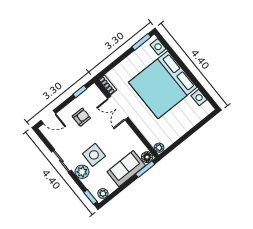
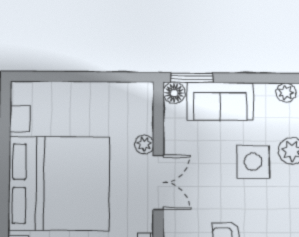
double door: (118, 108) -> (158, 182), moved
plant: (159, 148) -> (144, 144), moved

